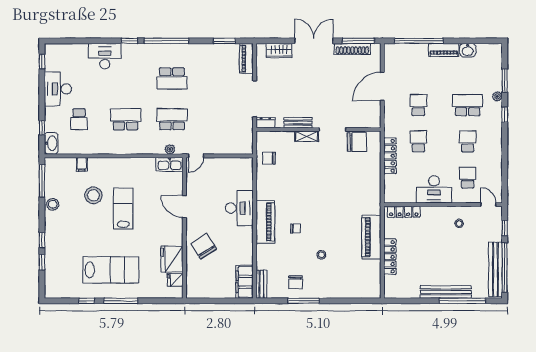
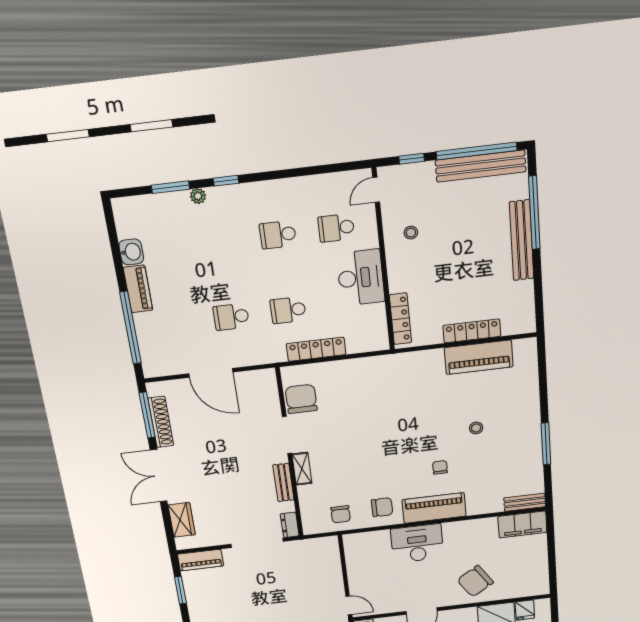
school desk: (468, 105) -> (220, 242), removed
piano: (371, 237) -> (479, 357), moved
chair: (296, 282) -> (382, 507), moved

